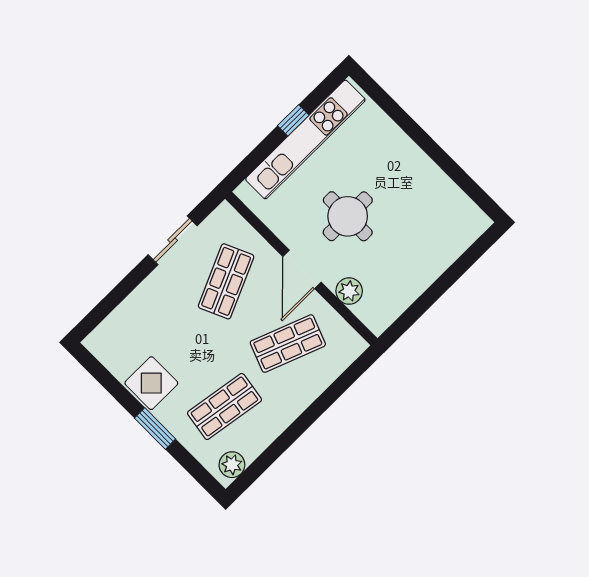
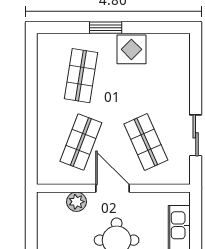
plant: (232, 465) -> (46, 49), removed

